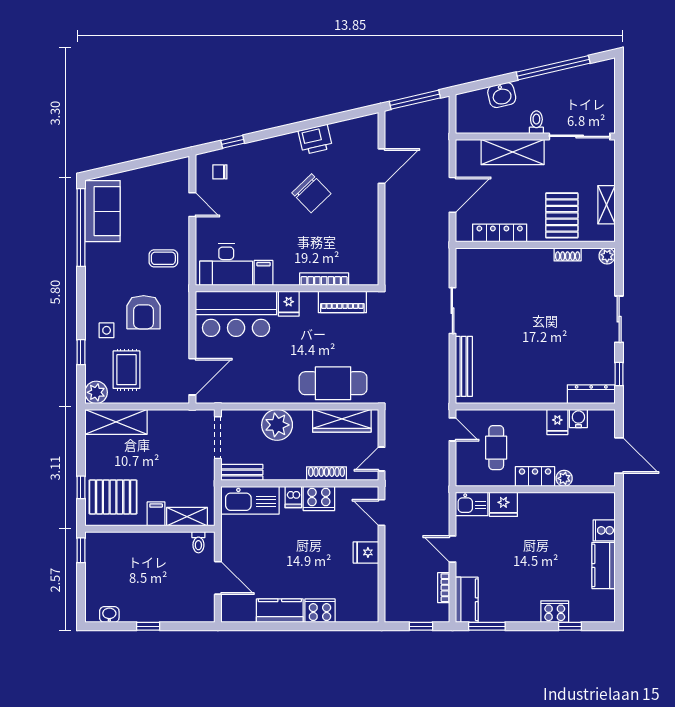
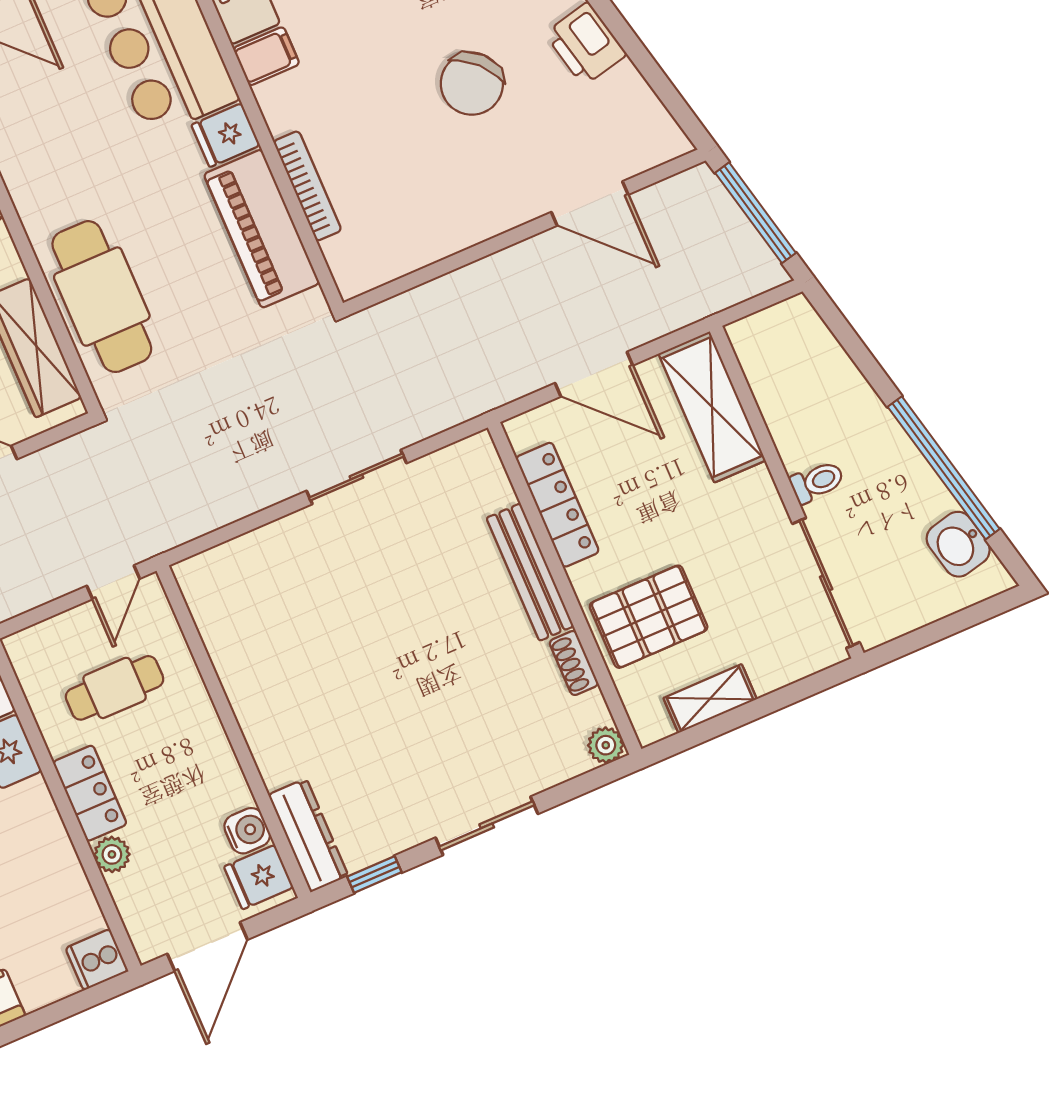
washbasin: (502, 95) -> (958, 544), moved
shelving: (513, 152) -> (712, 407), moved
piano: (342, 302) -> (262, 229), width x1.37, depth x1.33
bench: (464, 366) -> (530, 572), moved, turned 90
fridge: (557, 422) -> (259, 877), moved
cooker: (604, 530) -> (97, 960), moved, turned -90

